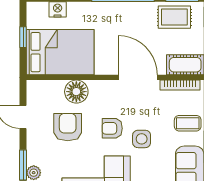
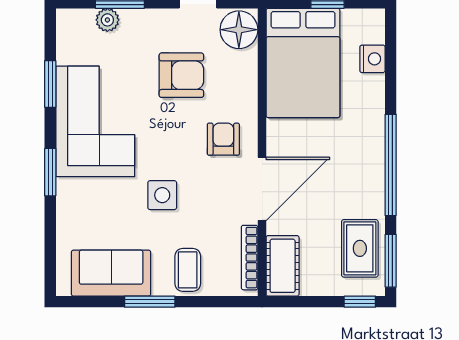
floor lamp: (76, 92) -> (239, 30), moved
armchair: (112, 128) -> (223, 139), moved

